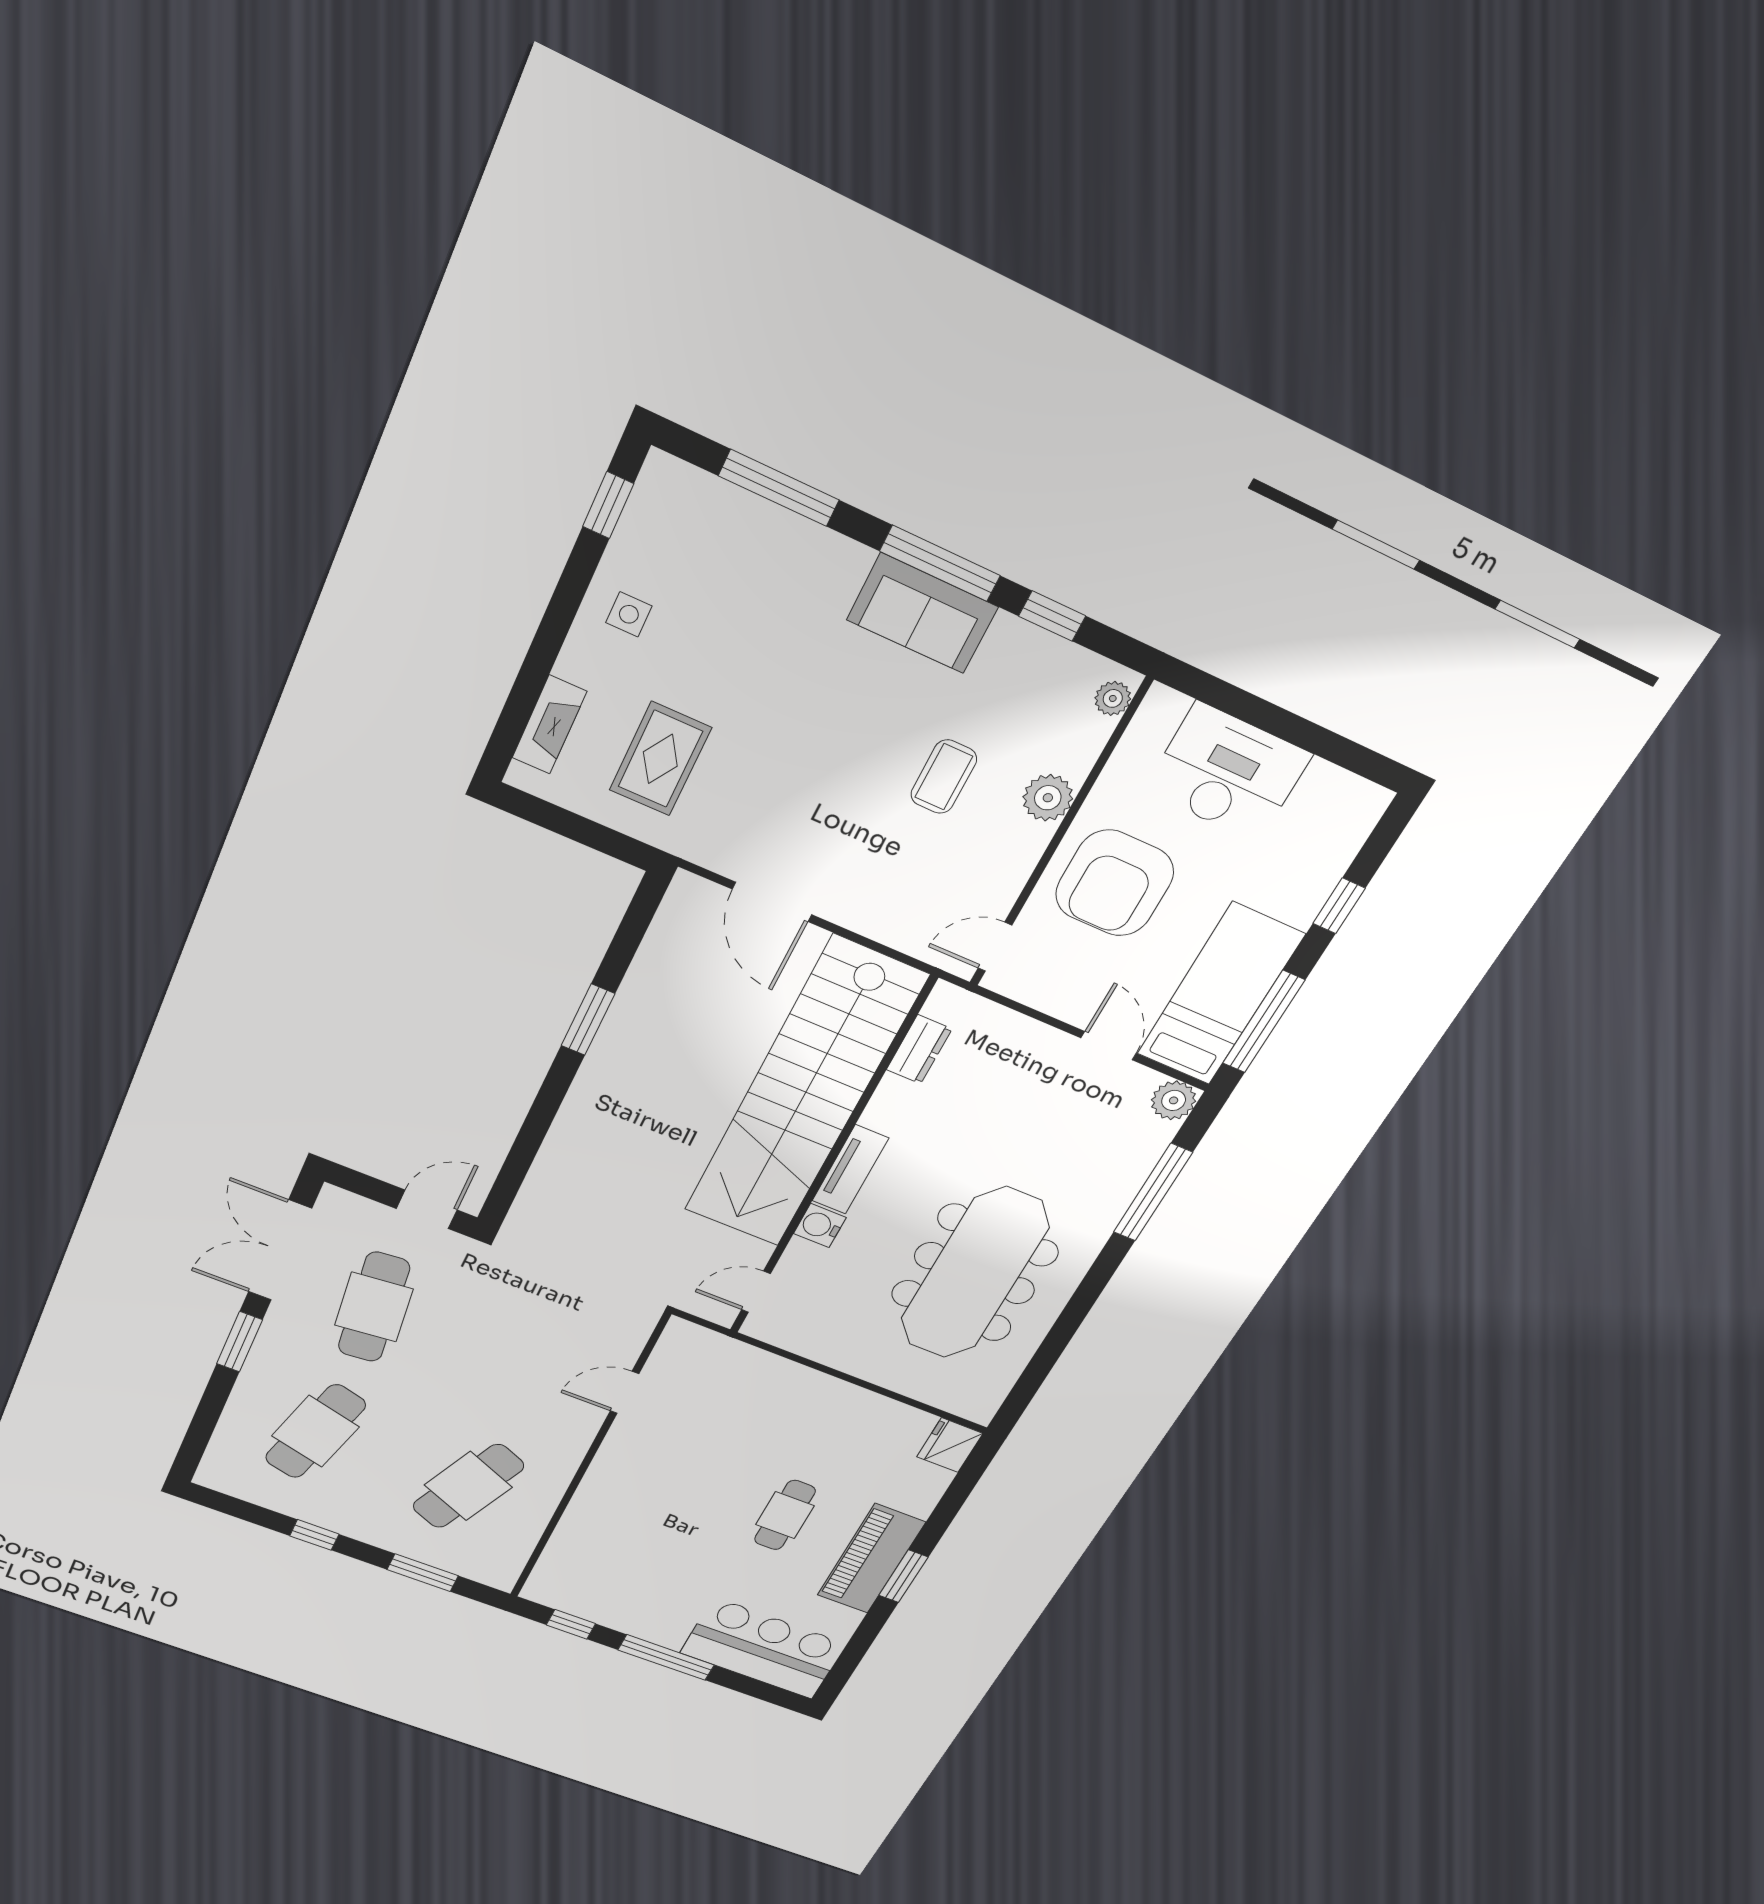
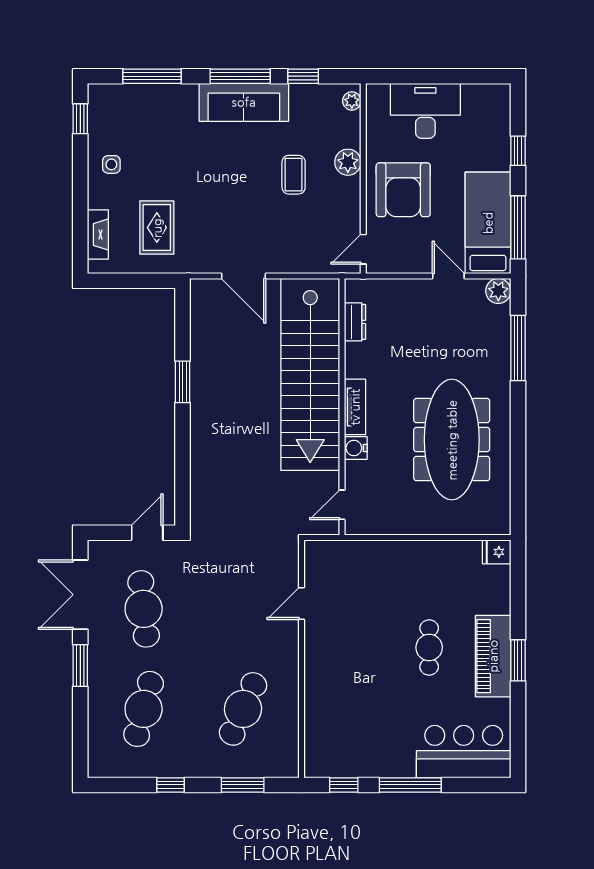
sofa: (922, 613) -> (244, 102), width x1.36
fridge: (950, 1445) -> (497, 552), width x0.72

